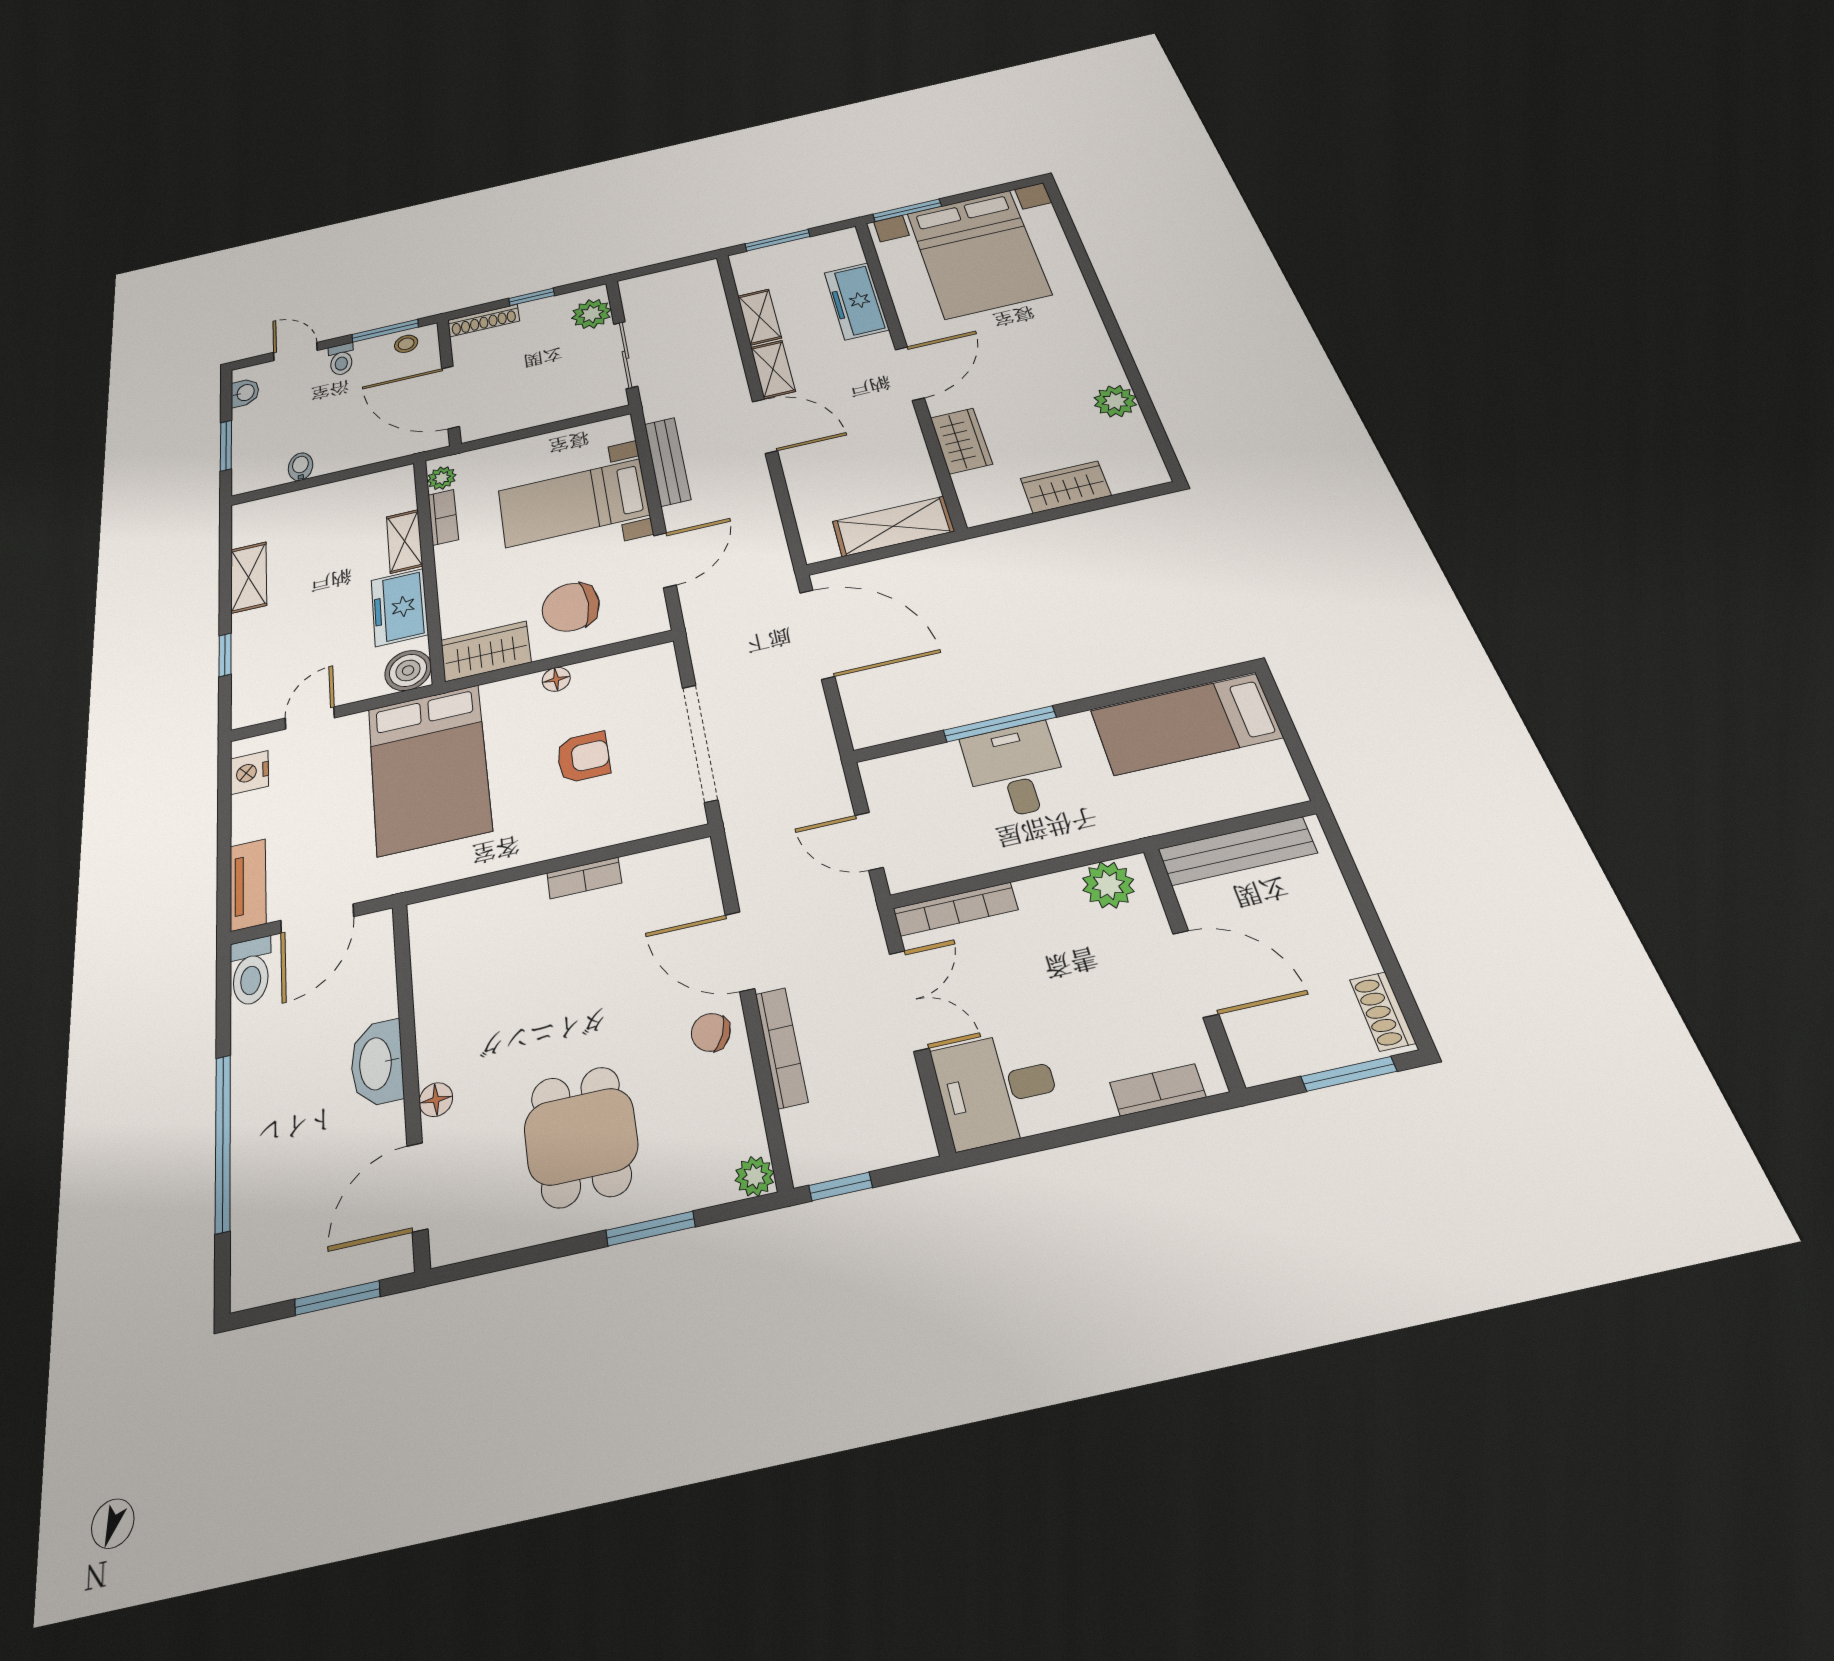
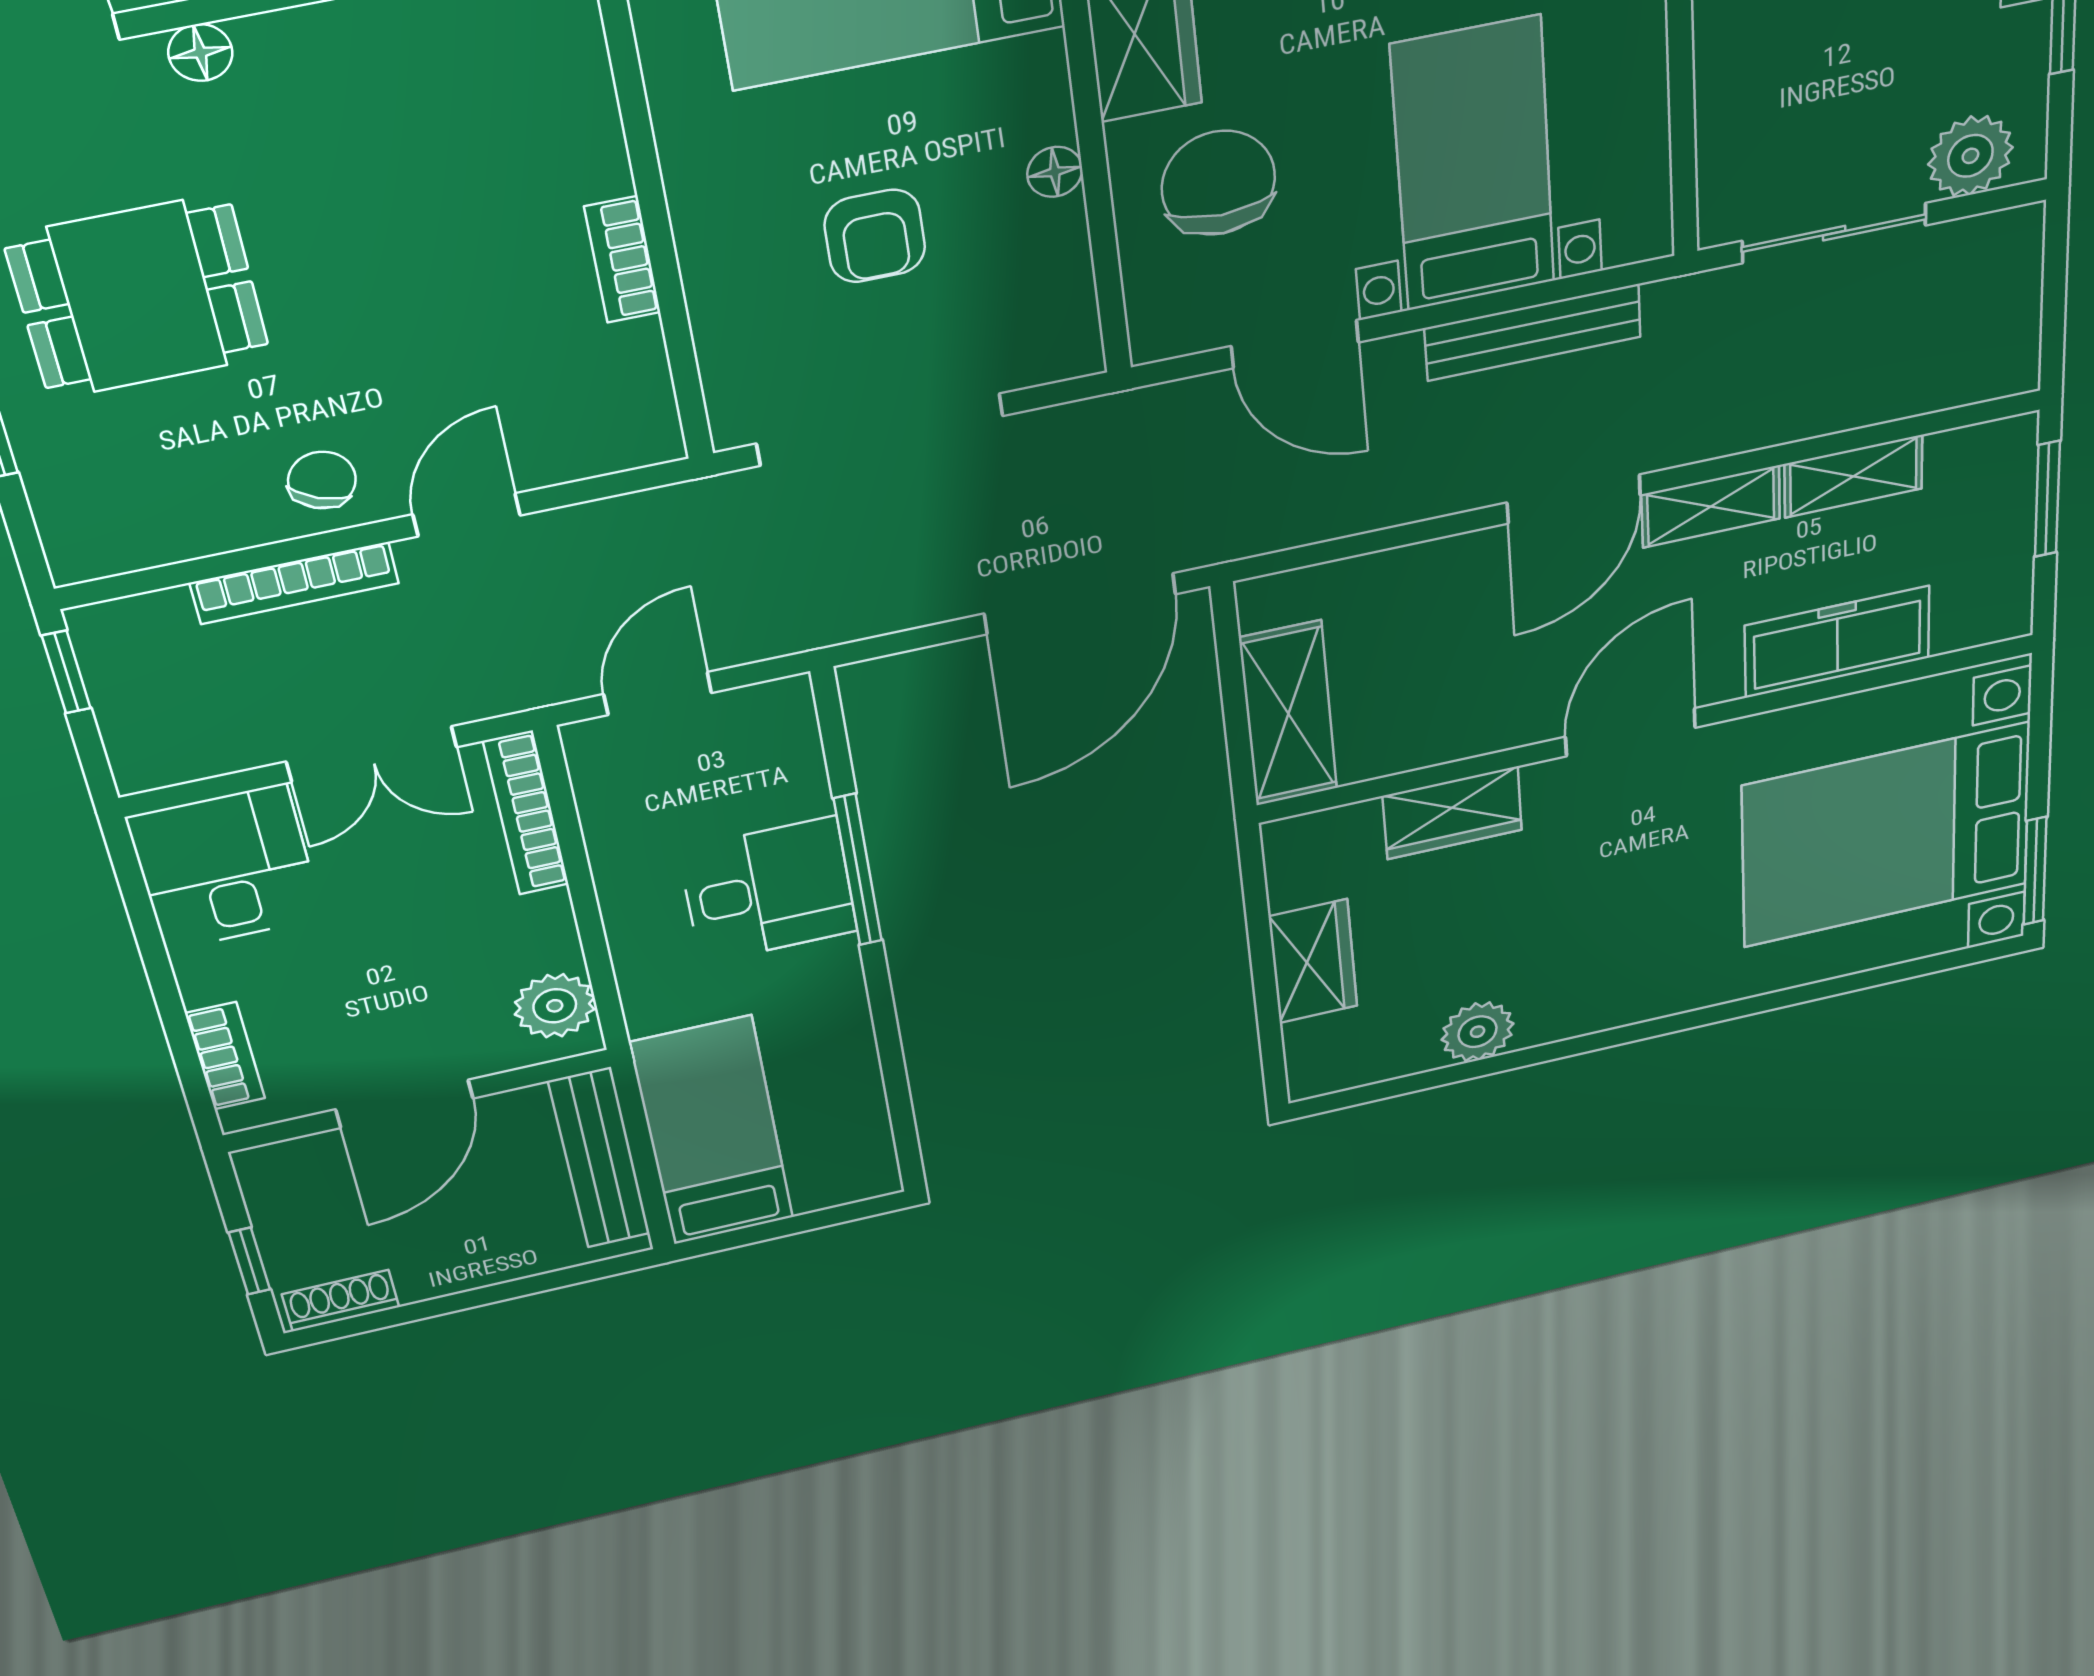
window: (907, 210) -> (2035, 871), moved
door: (910, 374) -> (1630, 732), swing flipped
bed: (1186, 724) -> (712, 1131), moved
door: (740, 951) -> (467, 515), width x0.73
window: (1349, 1074) -> (249, 1261), width x0.67
plant: (755, 1176) -> (78, 556), removed

